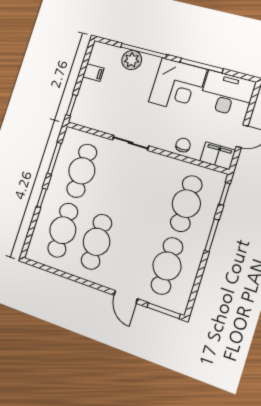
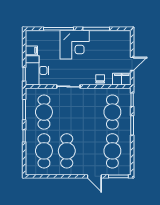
plant: (132, 60) -> (53, 36), removed
corner desk: (178, 86) -> (75, 45), moved
desk: (227, 94) -> (37, 70), moved, turned -90

